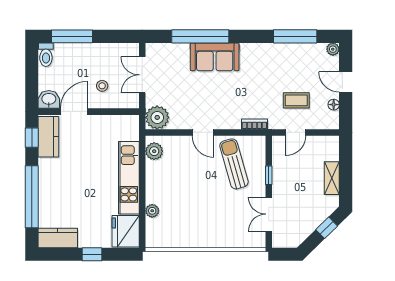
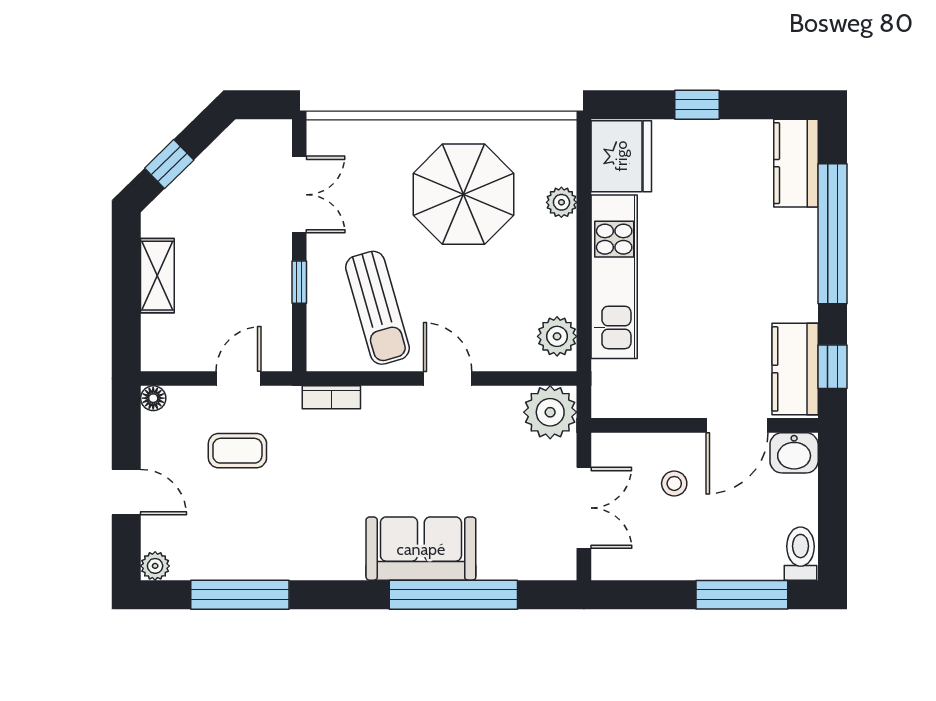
floor lamp: (334, 105) -> (153, 398), moved
parasol: (196, 214) -> (464, 194), added
kitchen counter: (58, 238) -> (796, 163), moved, turned 90

